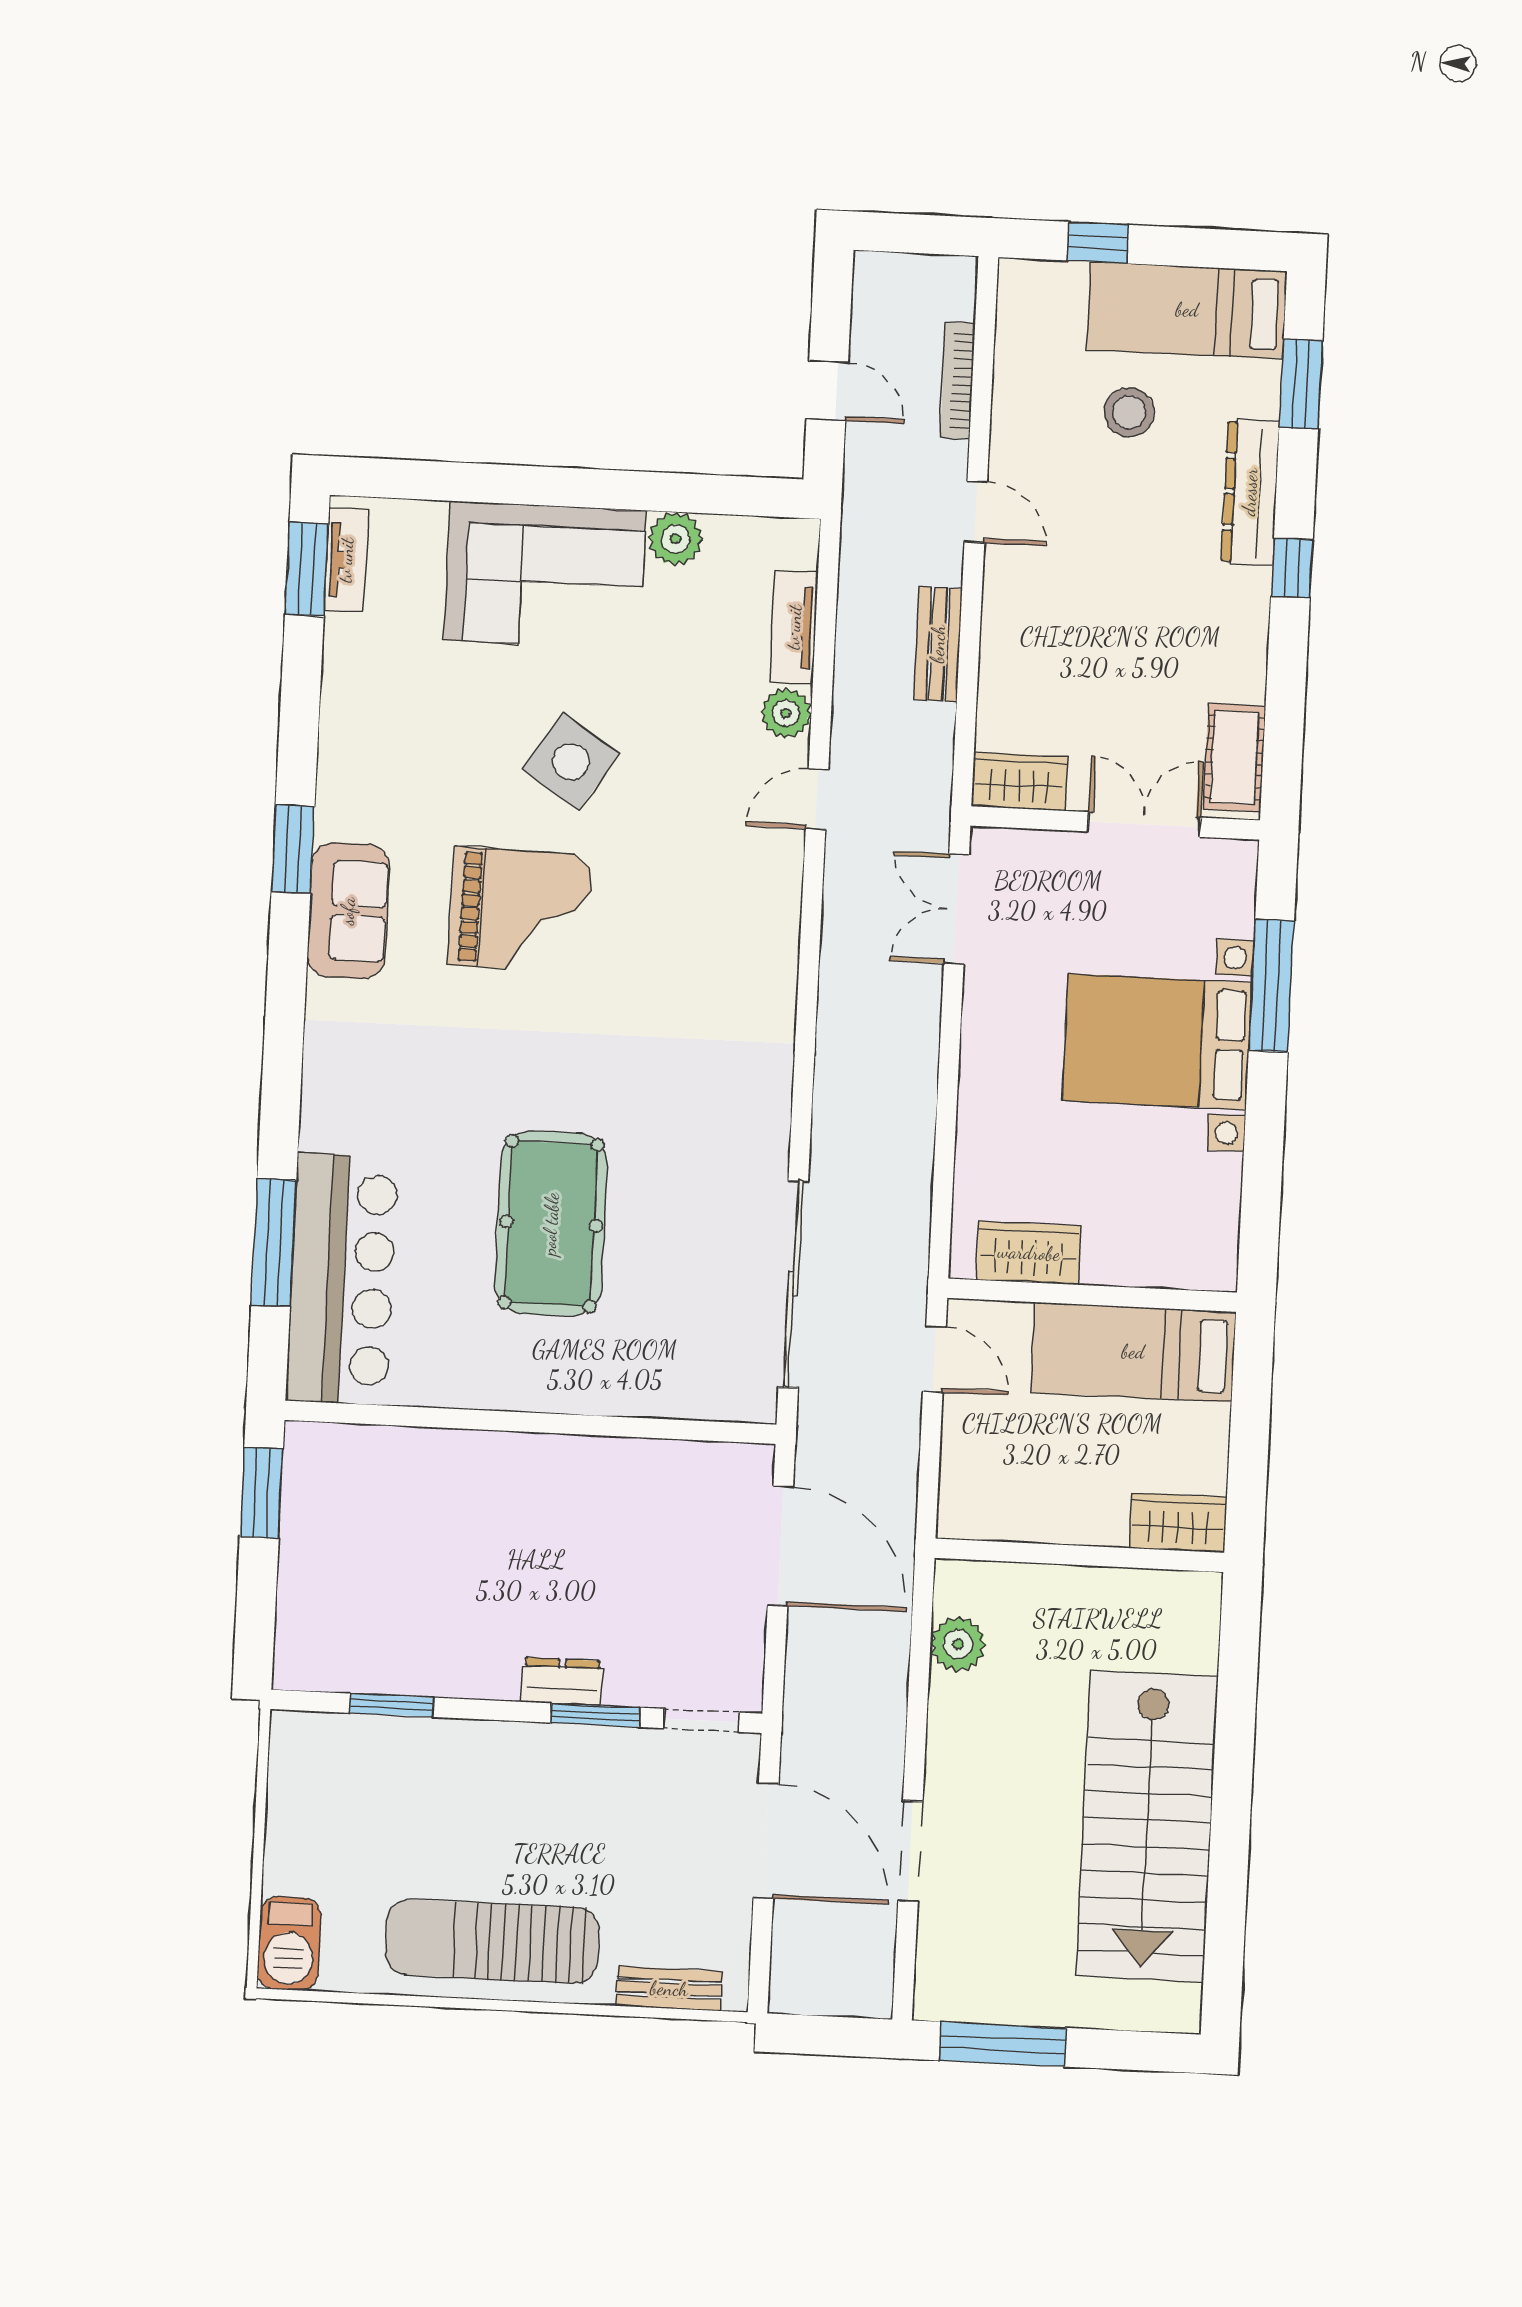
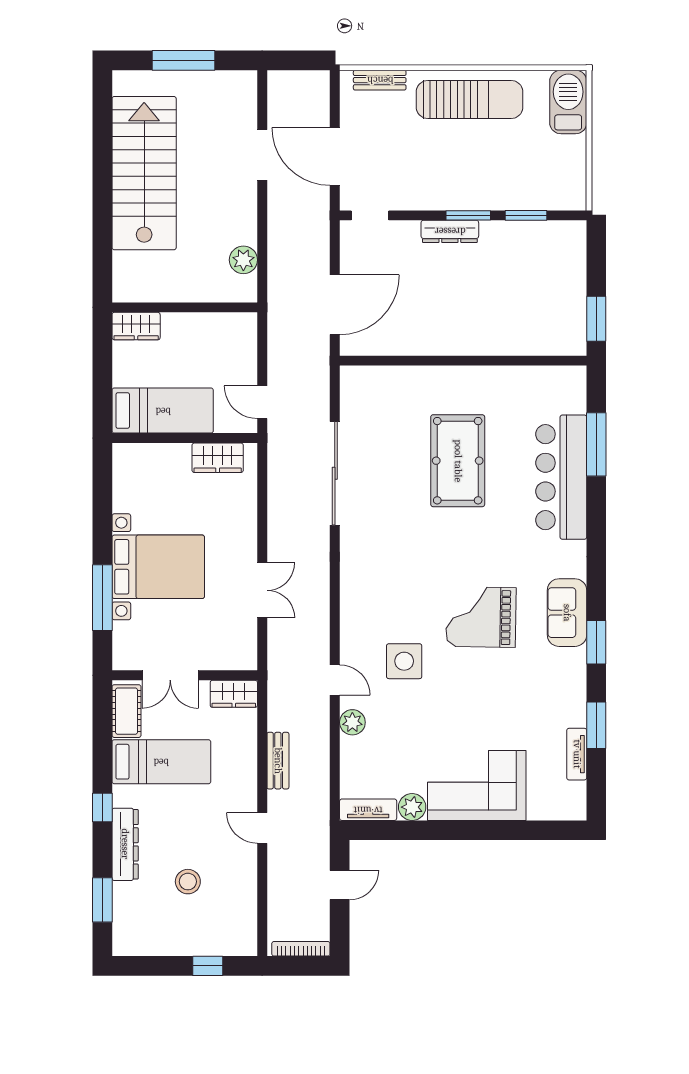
bed: (1187, 310) -> (161, 762), moved
bookcase: (958, 381) -> (301, 949), moved, turned -90
door: (827, 391) -> (340, 885), swing flipped
tv unit: (346, 560) -> (577, 754), moved
window: (307, 569) -> (596, 725), moved
tv unit: (794, 627) -> (368, 810), moved, turned -90
side table: (571, 761) -> (404, 661), moved, turned -33
door: (817, 799) -> (335, 680), hinge flipped
double door: (956, 909) -> (262, 590), moved
bar counter: (342, 1279) -> (561, 477), moved
sliding door: (793, 1284) -> (335, 473), moved
door: (780, 1546) -> (335, 305), swing flipped
dresser: (562, 1681) -> (450, 231), width x1.44
window: (595, 1715) -> (468, 215), moved
barbecue: (289, 1944) -> (568, 102), width x1.37, depth x1.21
window: (1003, 2044) -> (184, 60), moved

